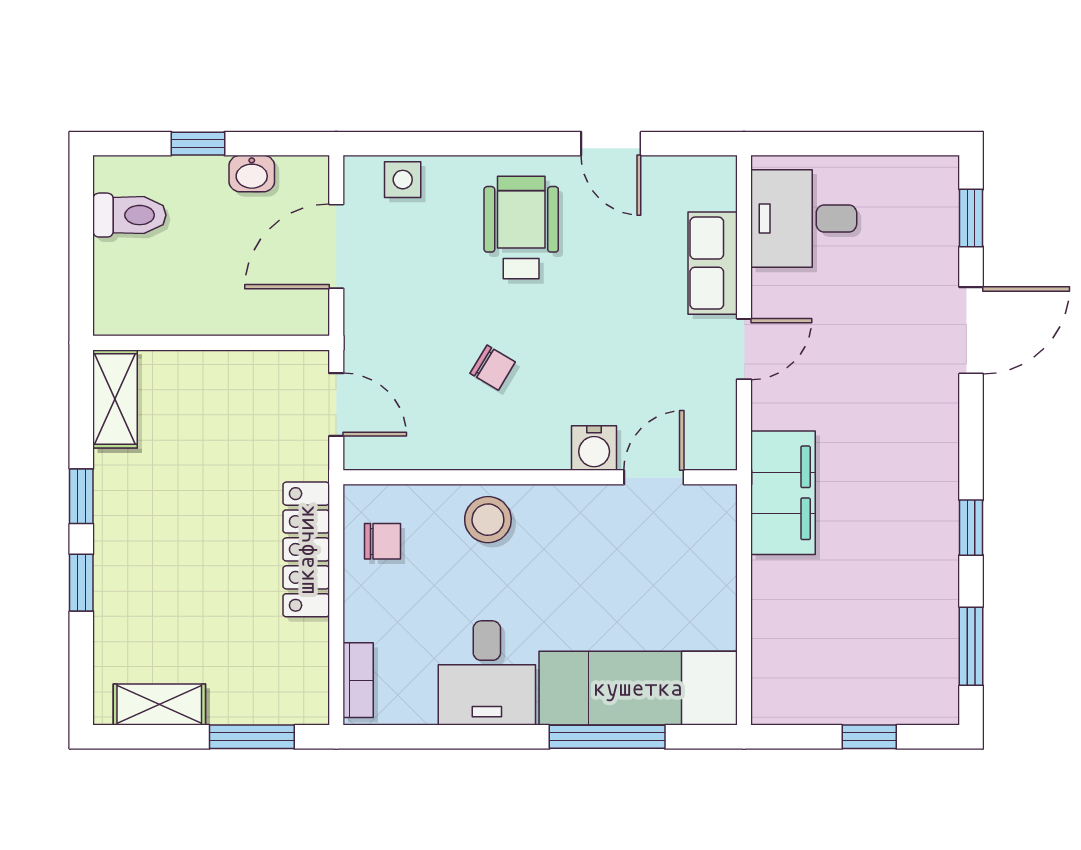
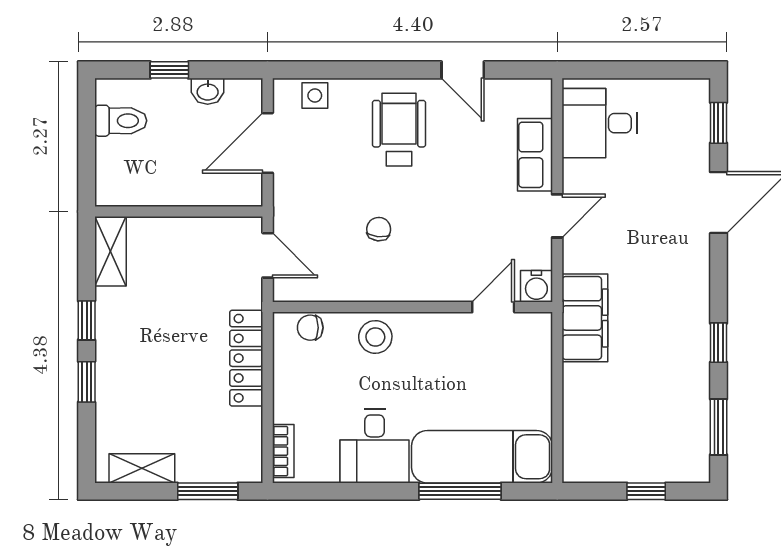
chair: (493, 368) -> (379, 229), turned -115
water cooler: (594, 448) -> (536, 286), moved
chair: (382, 541) -> (310, 328), moved, turned 180

